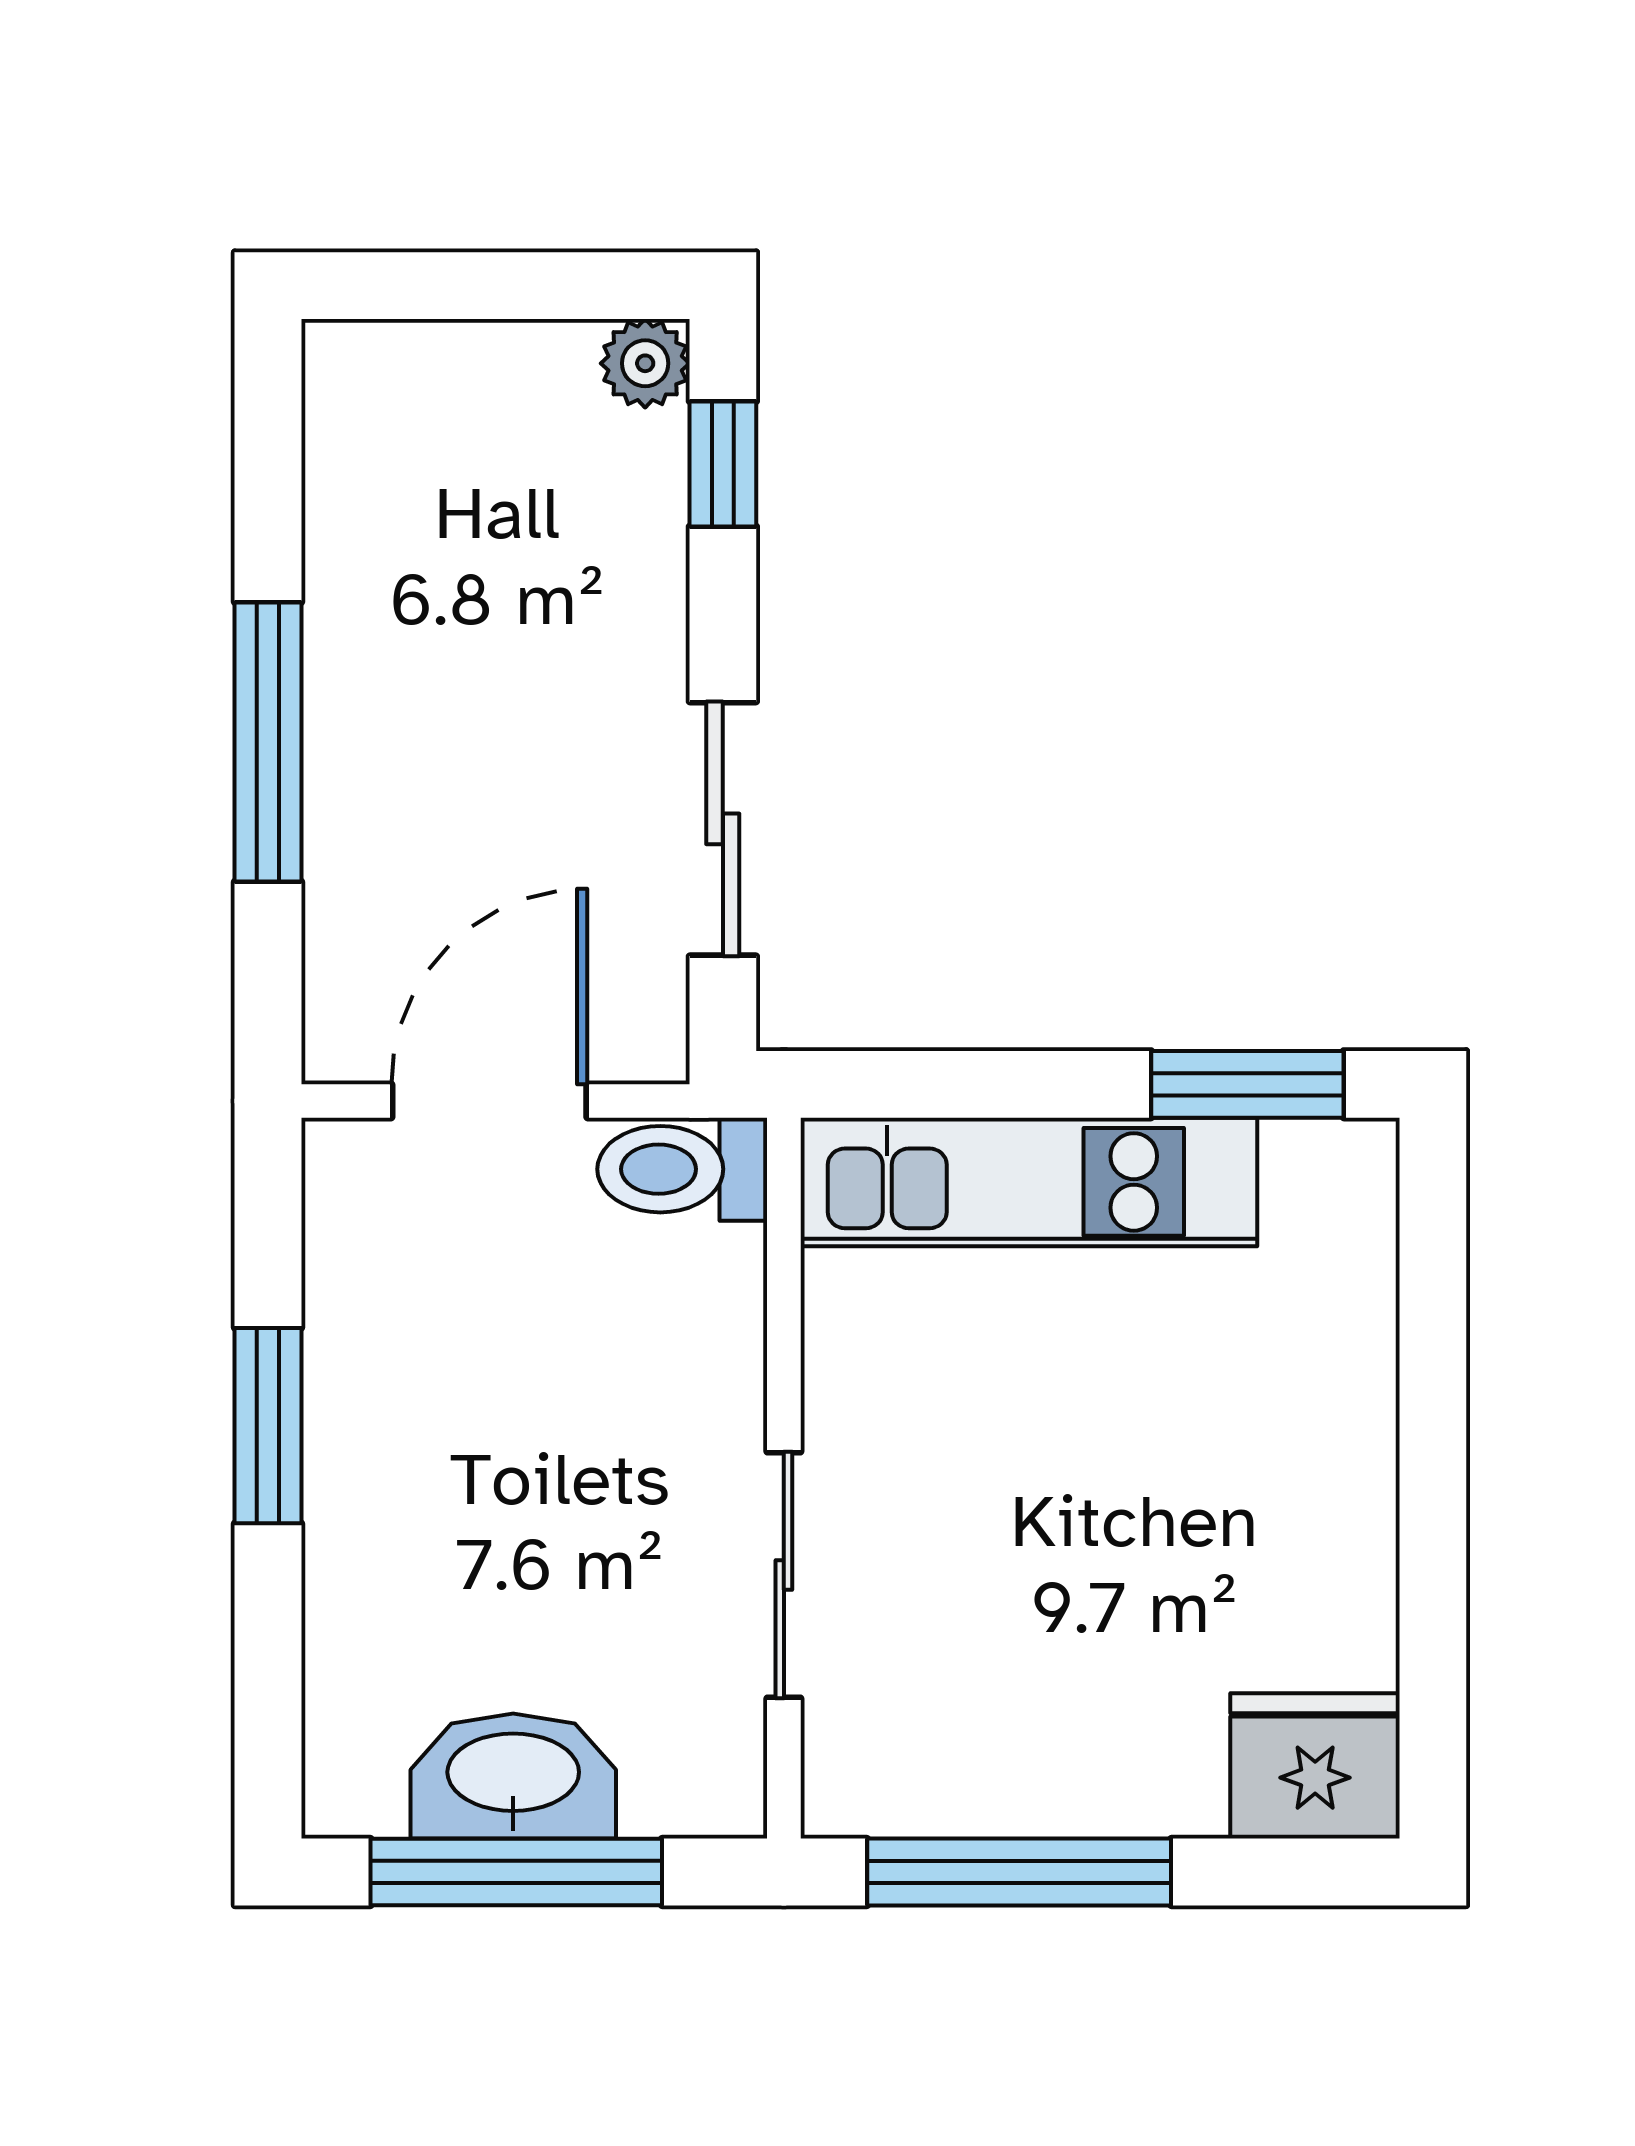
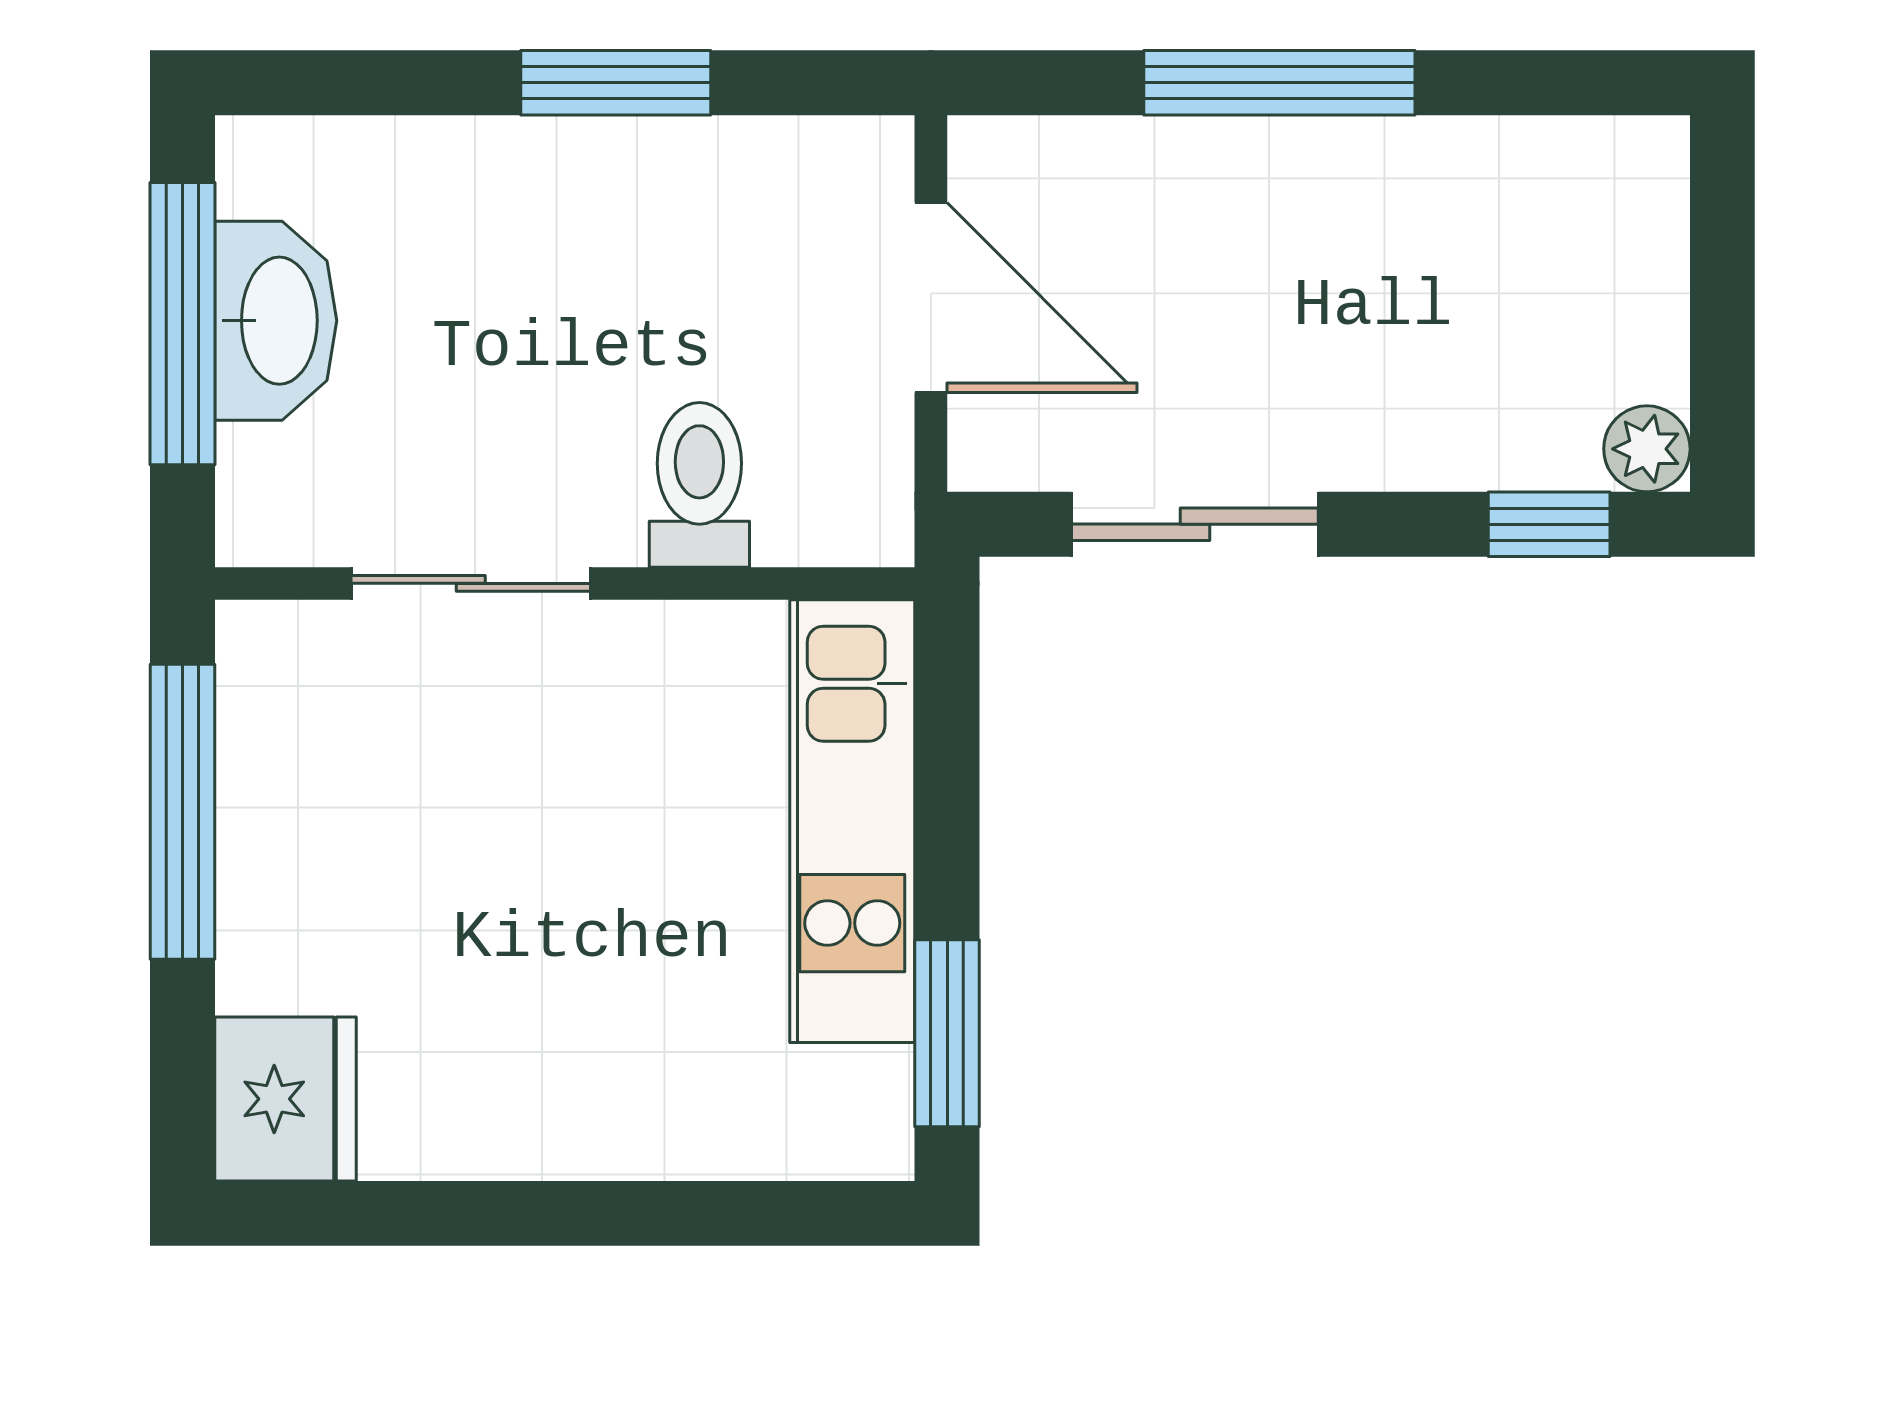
toilet: (682, 1169) -> (699, 485), moved

